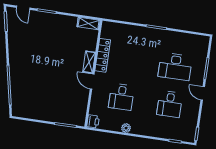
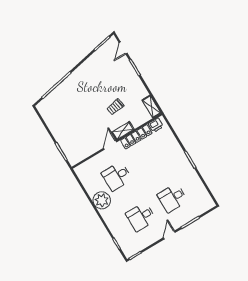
trolley: (65, 53) -> (115, 107), added
desk: (175, 67) -> (172, 198), width x0.73
printer: (93, 121) -> (156, 125), moved
plant: (126, 128) -> (102, 200), width x1.88, depth x1.88

